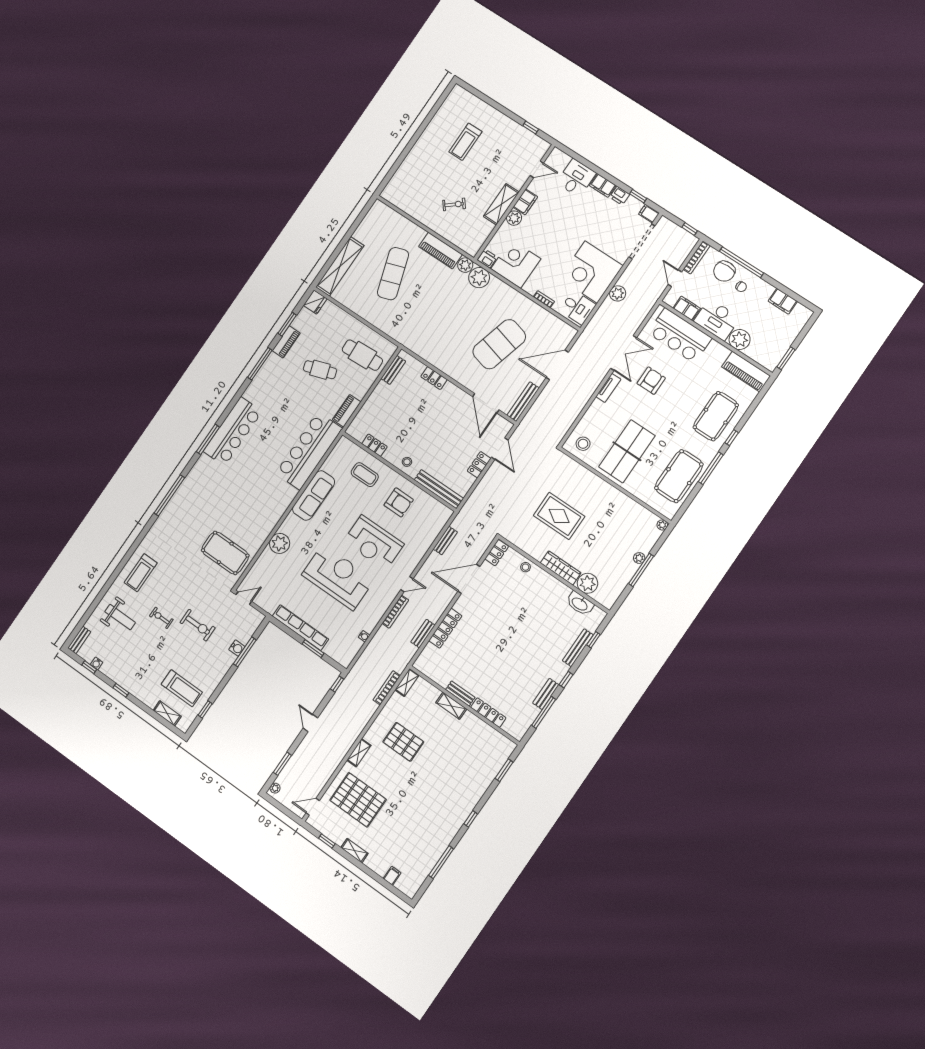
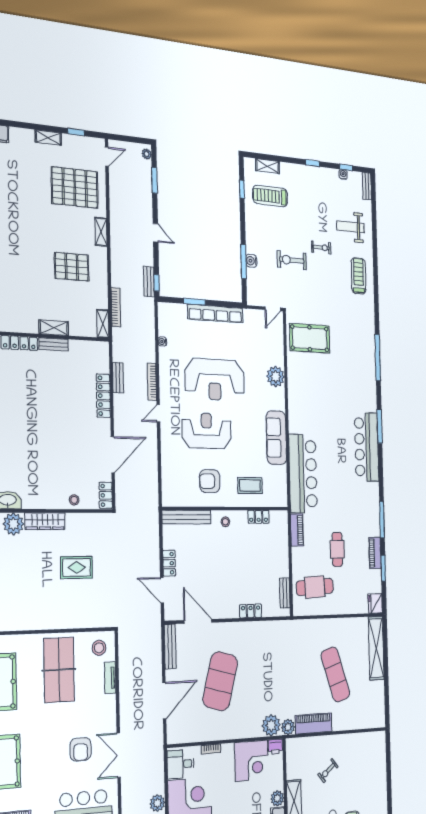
cafe table: (320, 370) -> (337, 549), turned -72
tv unit: (608, 388) -> (110, 678), moved
rug: (559, 516) -> (77, 567), width x0.73, depth x0.70
bench: (445, 540) -> (149, 282), moved

